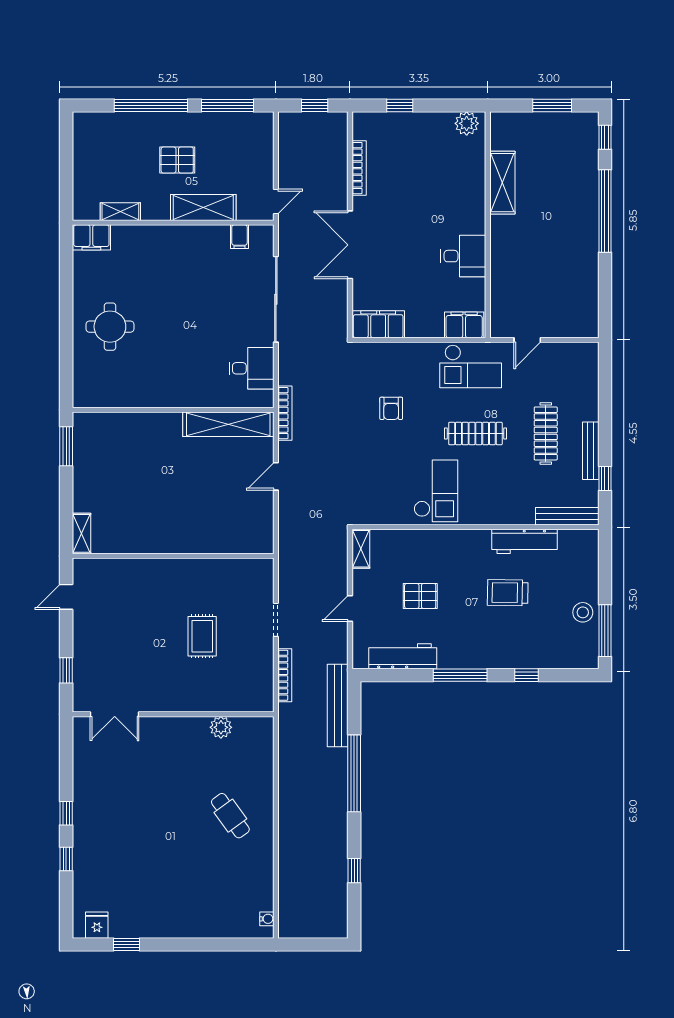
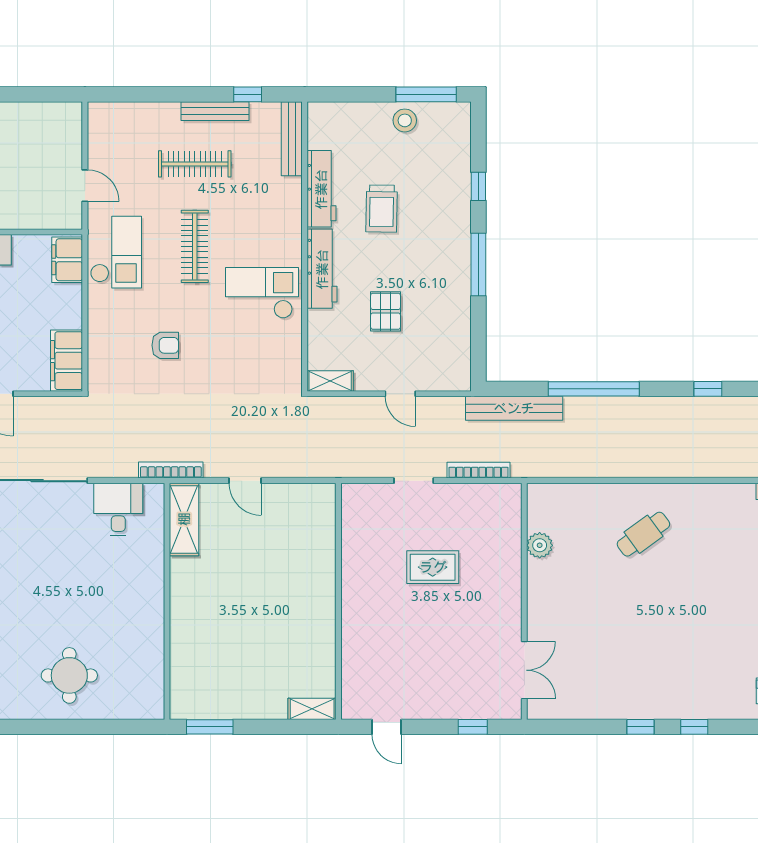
shelving: (228, 424) -> (184, 519), width x0.68
workbench: (403, 656) -> (322, 269), moved, turned 180

